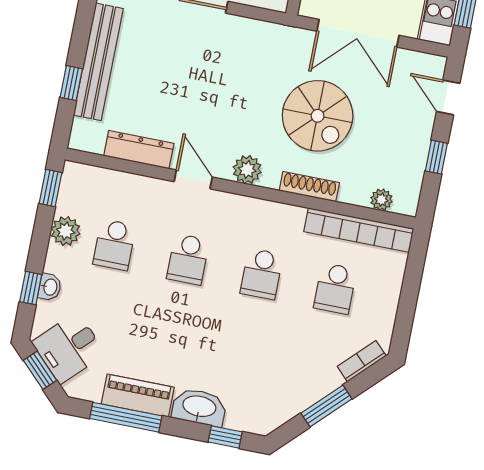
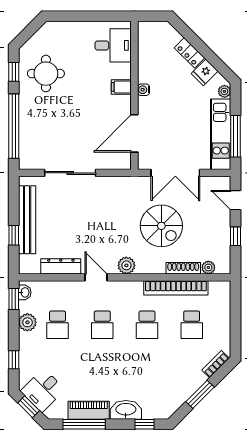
shoe rack: (309, 187) -> (183, 268), moved
bookcase: (359, 230) -> (176, 288), moved
washbasin: (50, 287) -> (25, 292), moved

